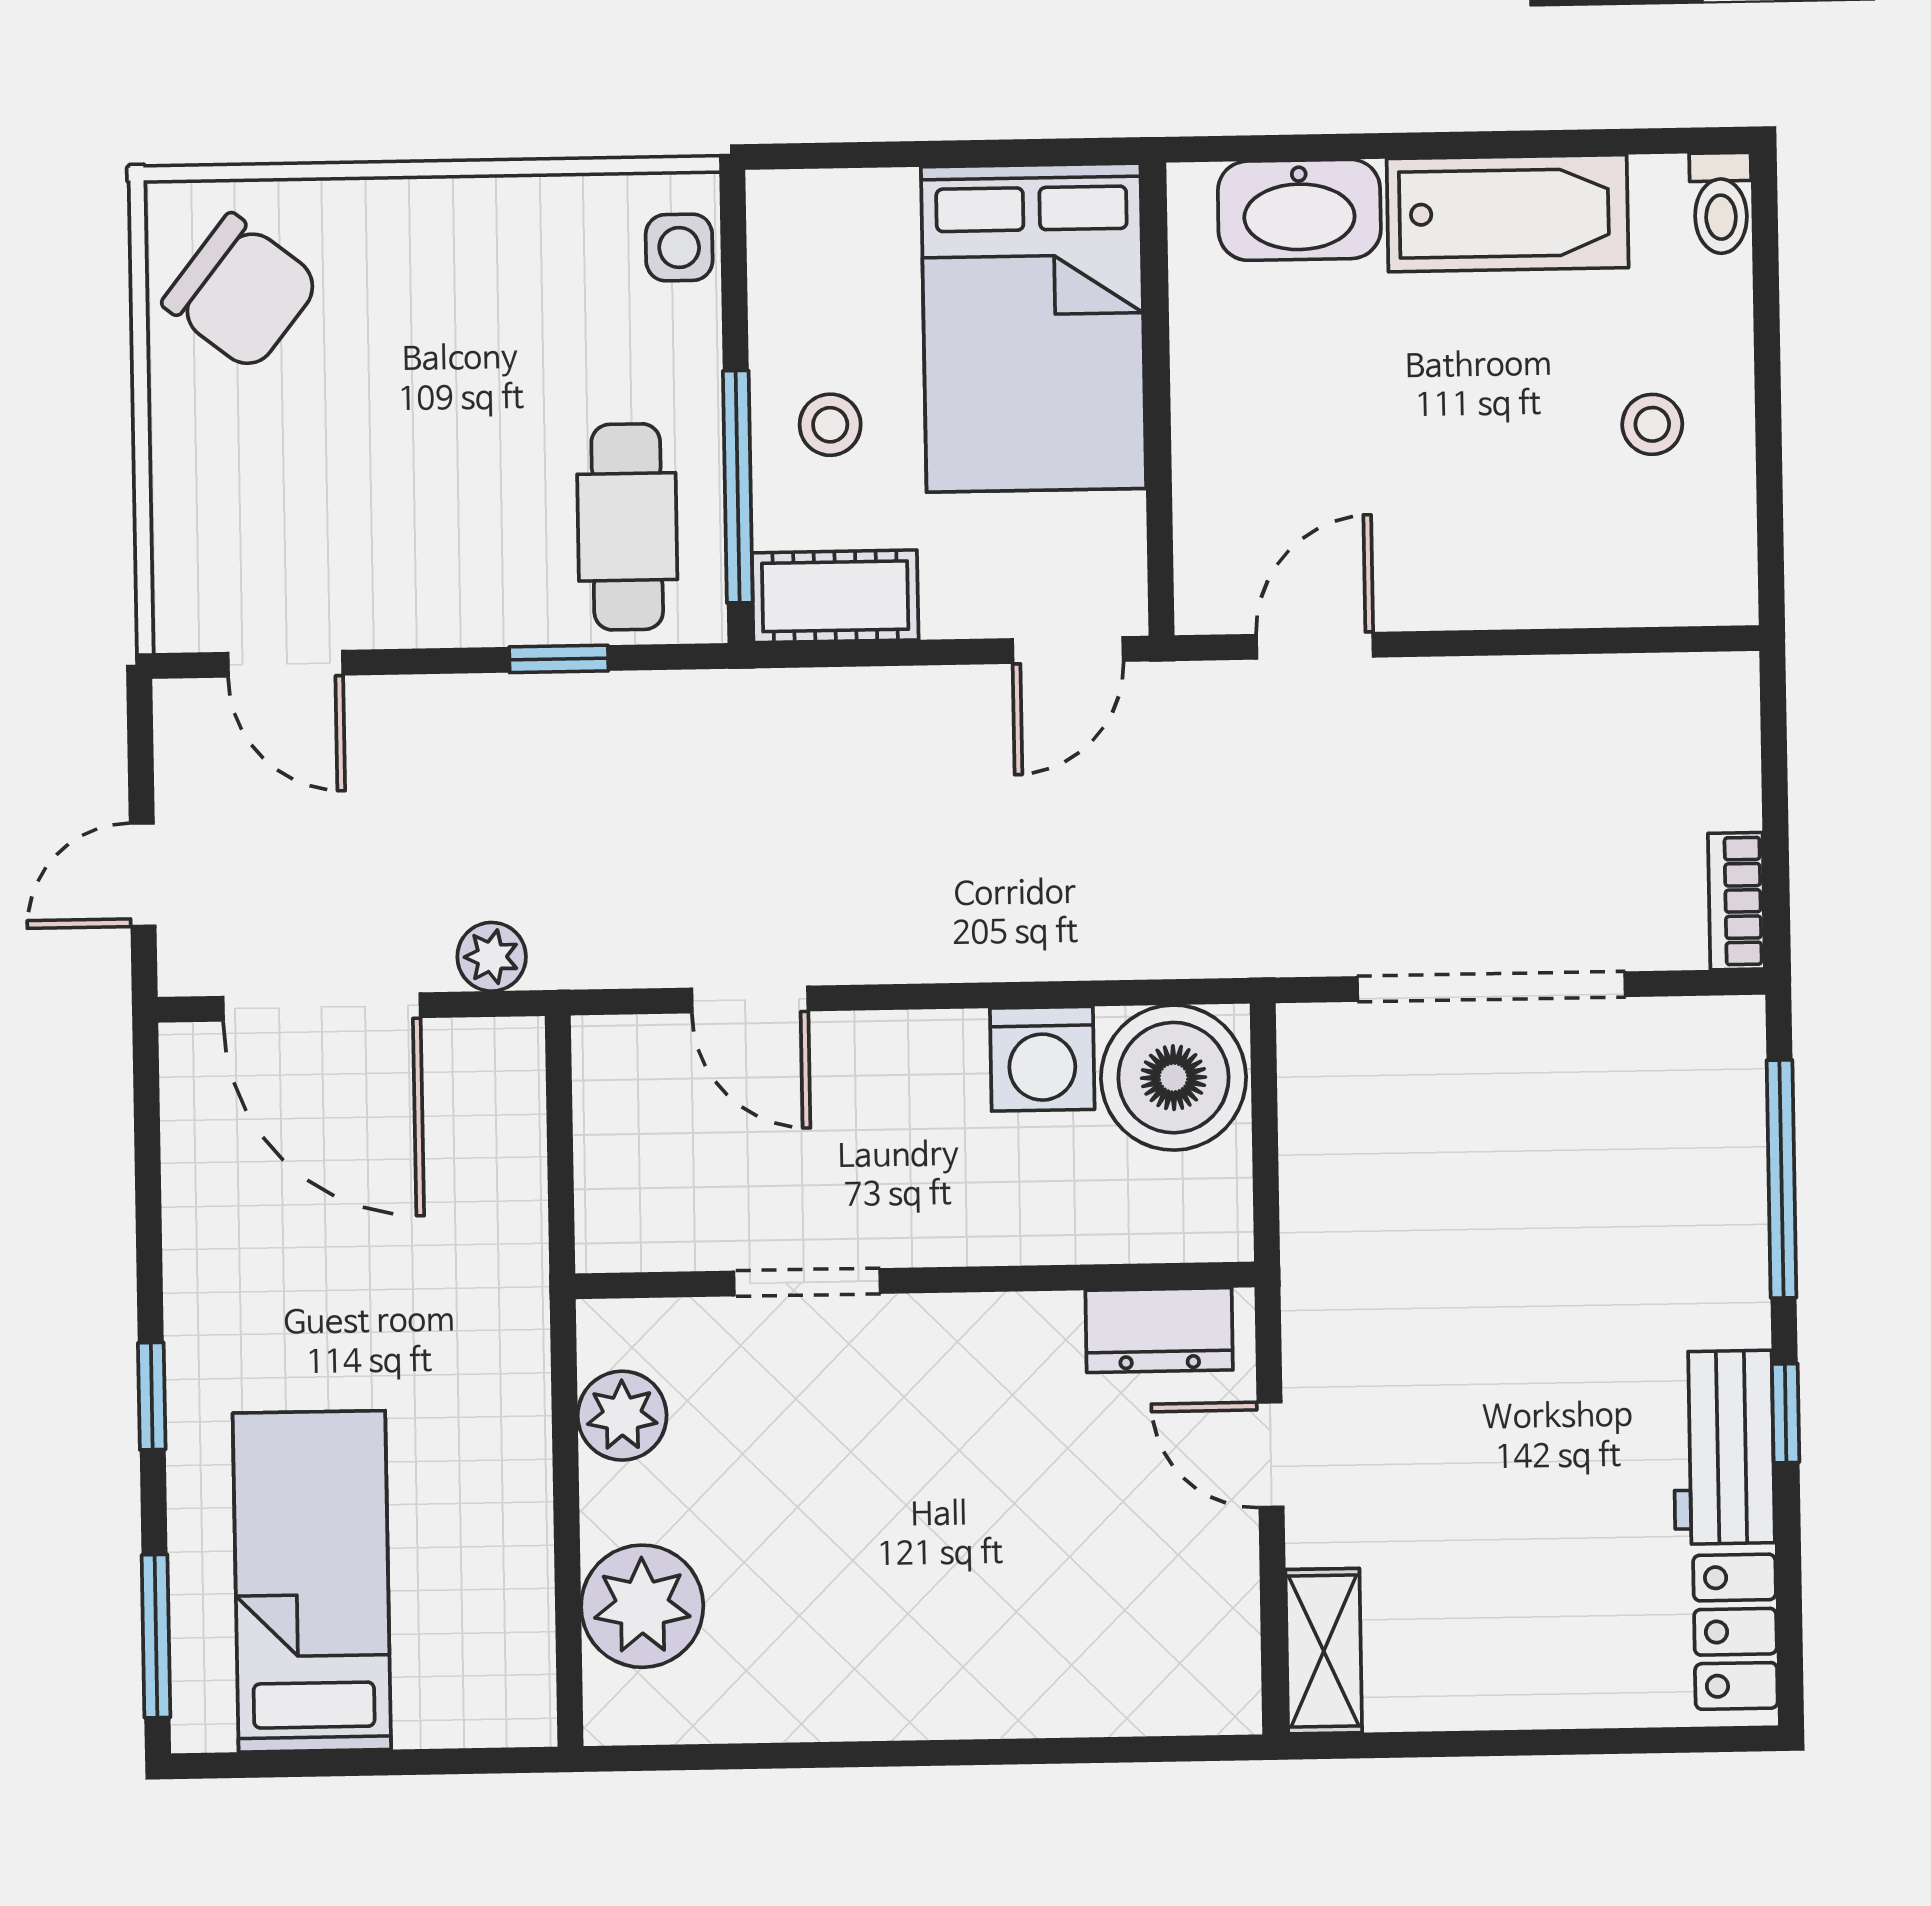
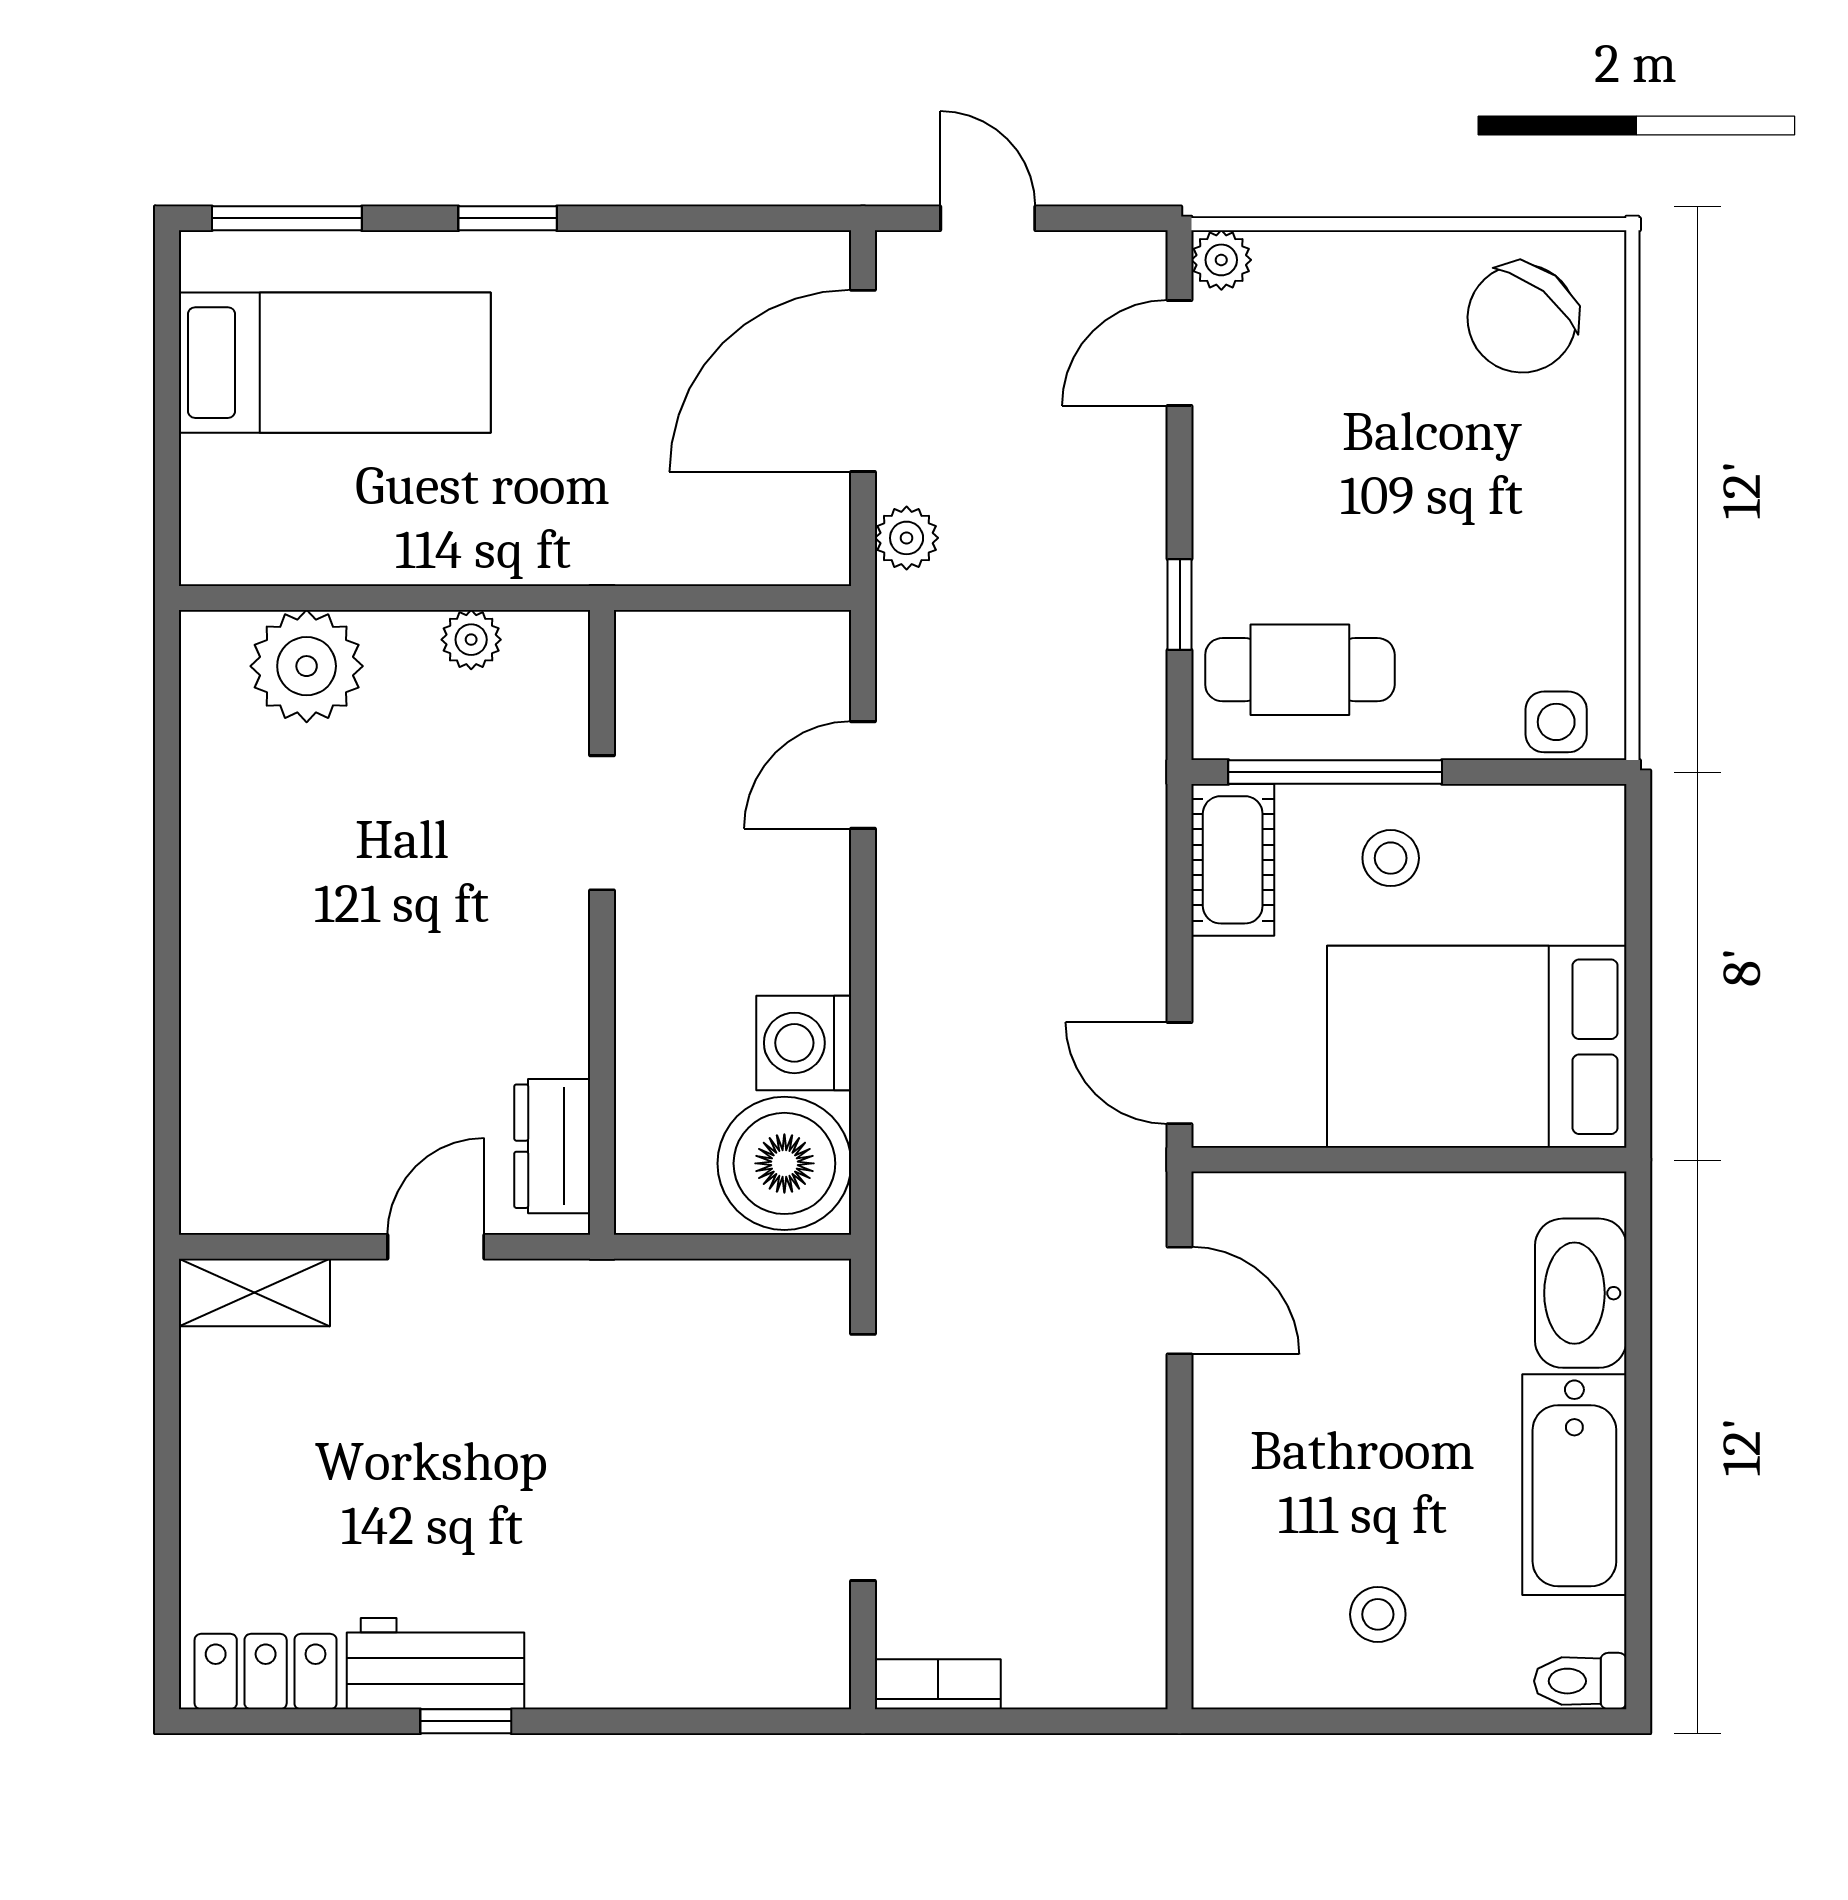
plant: (184, 620) -> (1221, 260), added
window: (1782, 1179) -> (681, 1721), removed
plant: (622, 1416) -> (471, 640), width x0.73, depth x0.73

